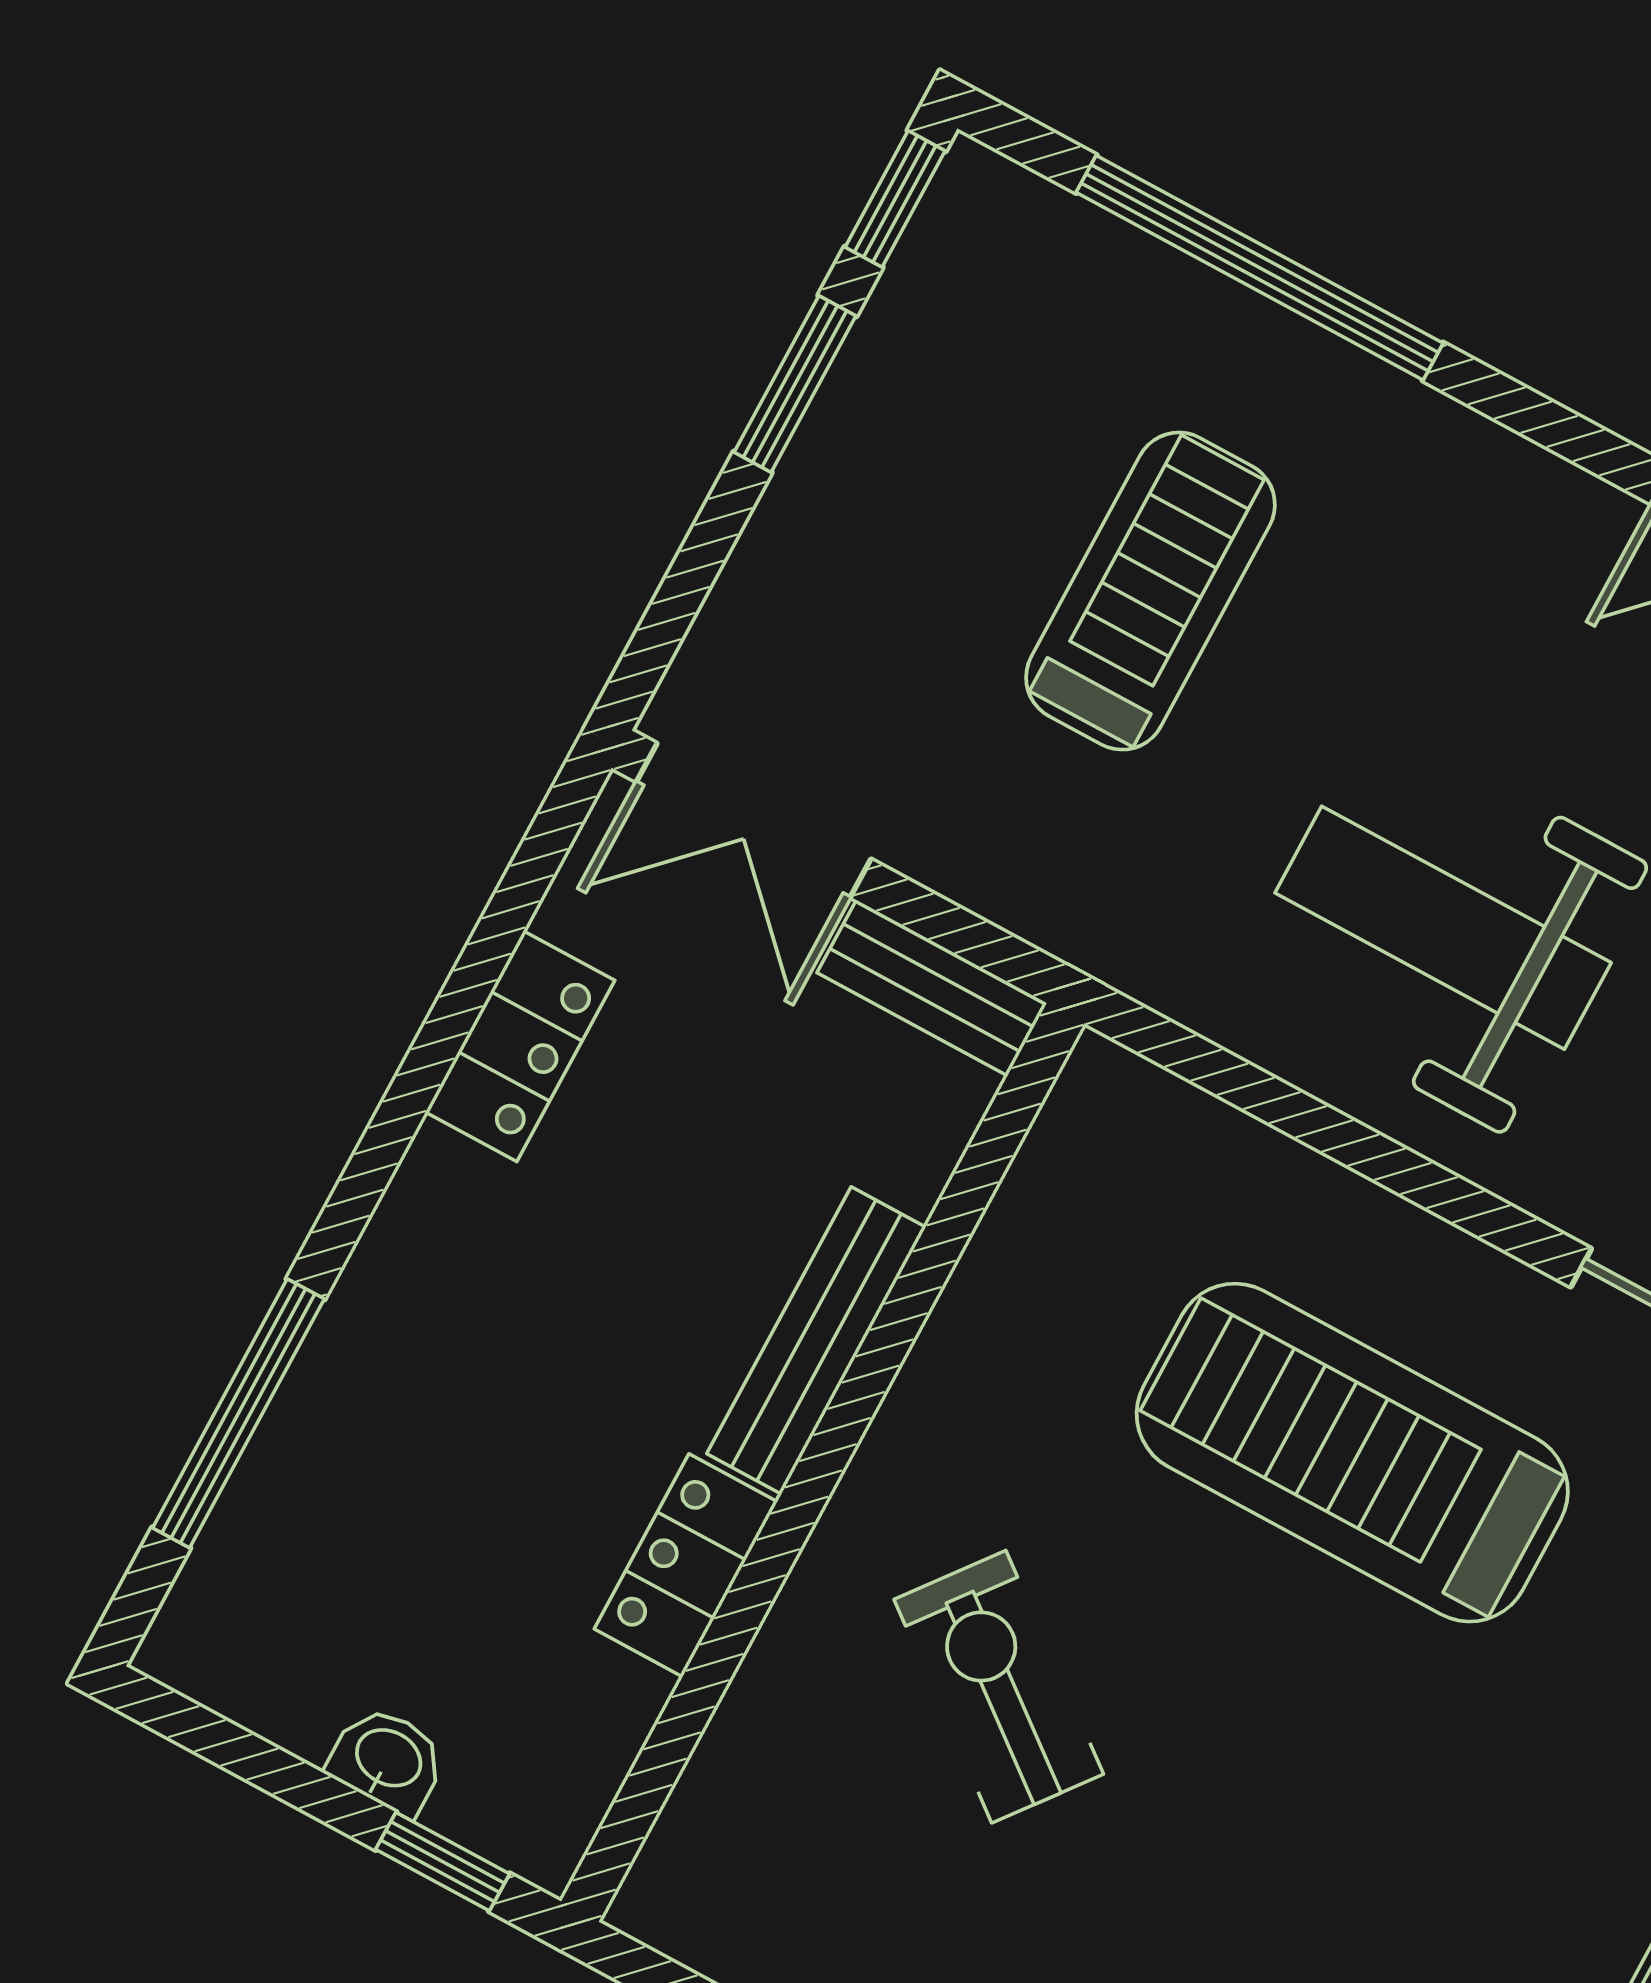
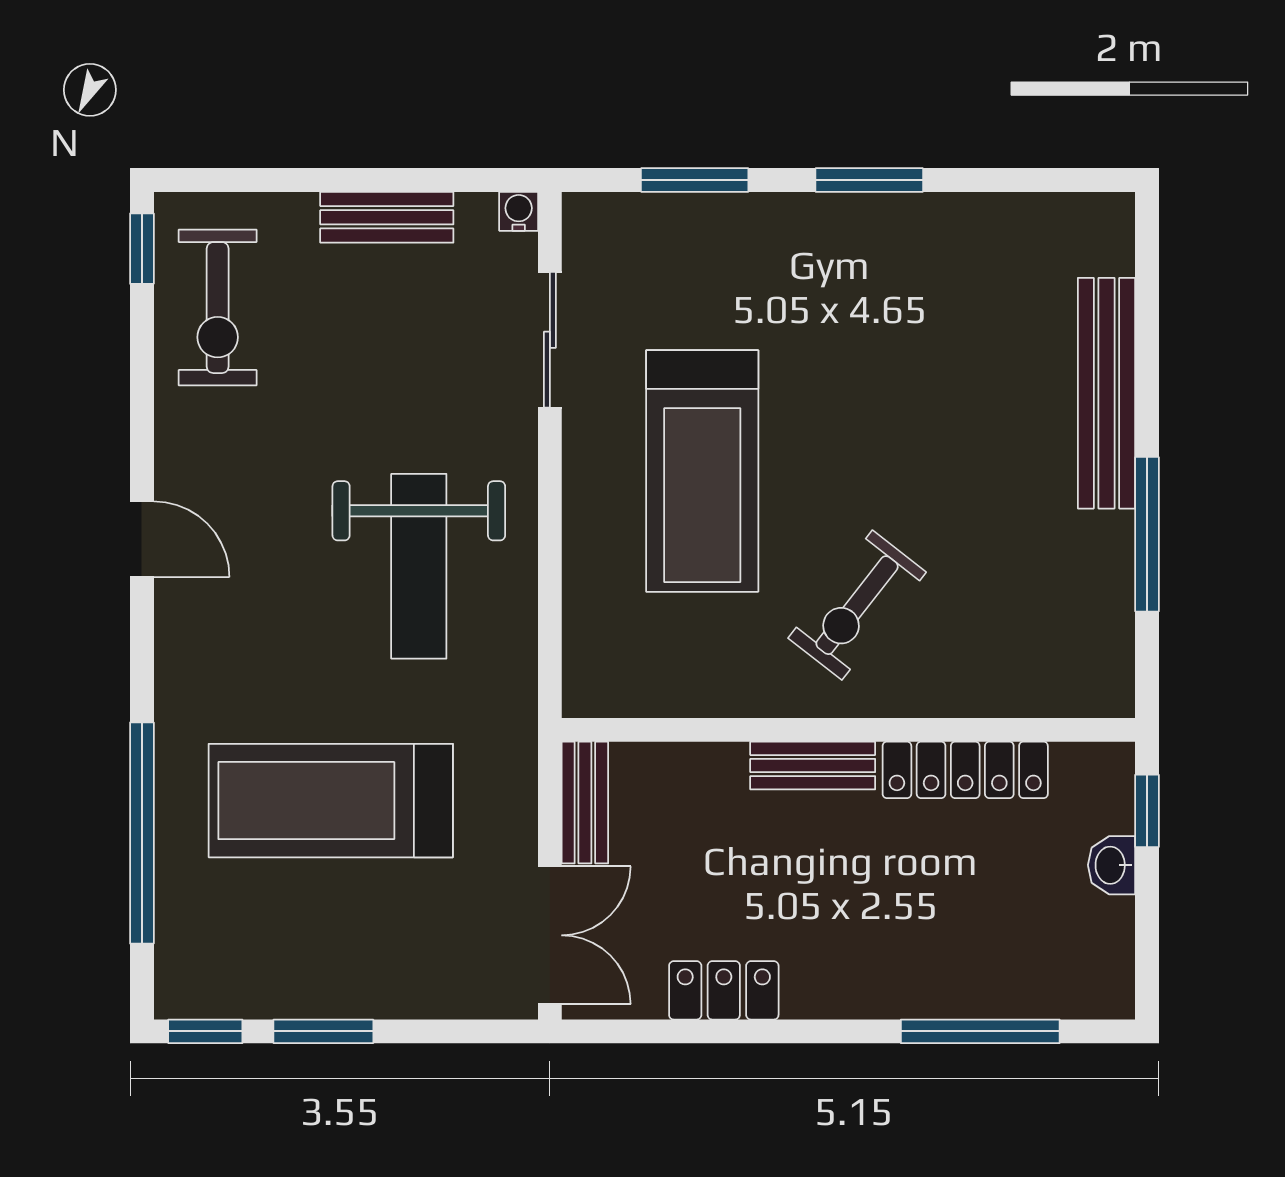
treadmill: (1150, 591) -> (331, 801), width x1.37, depth x1.38
bench: (816, 1340) -> (813, 766), width x0.73
locker: (686, 1565) -> (965, 770), width x1.53
exercise bike: (999, 1687) -> (857, 605), moved

